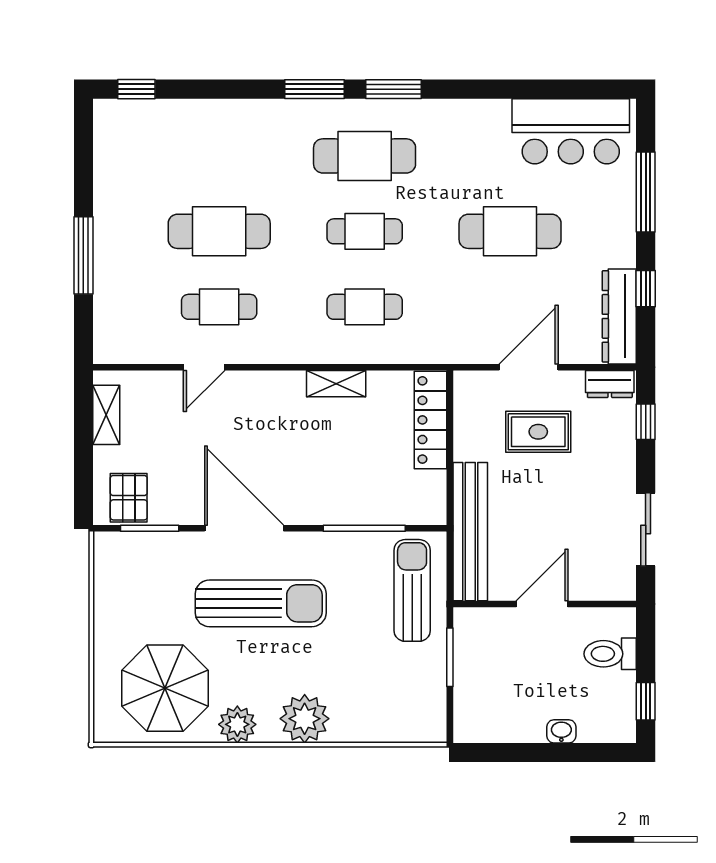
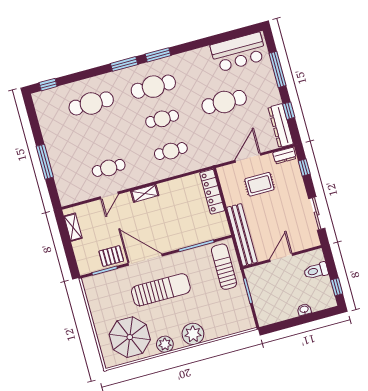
cafe table: (219, 231) -> (91, 103), moved
shelving: (336, 384) -> (145, 193), moved
pallet: (129, 498) -> (111, 256), moved, turned 90

